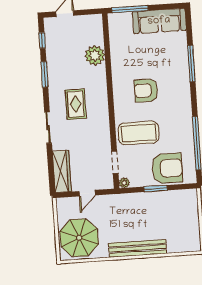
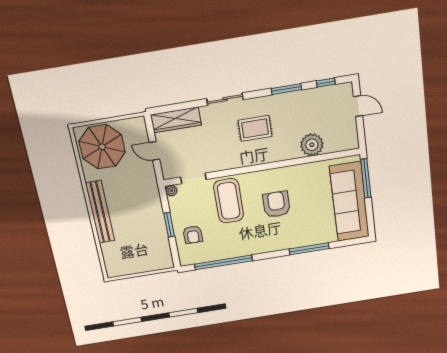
sofa: (159, 21) -> (349, 202), width x1.36, depth x1.27
armchair: (167, 168) -> (193, 235), width x0.53, depth x0.53

